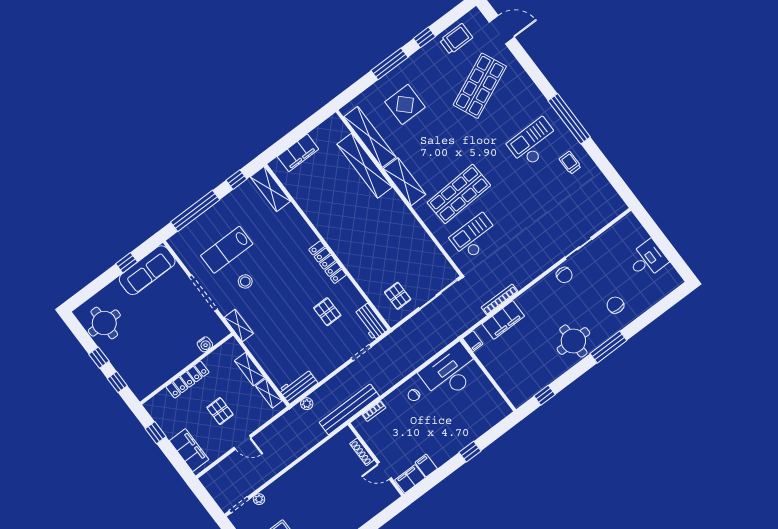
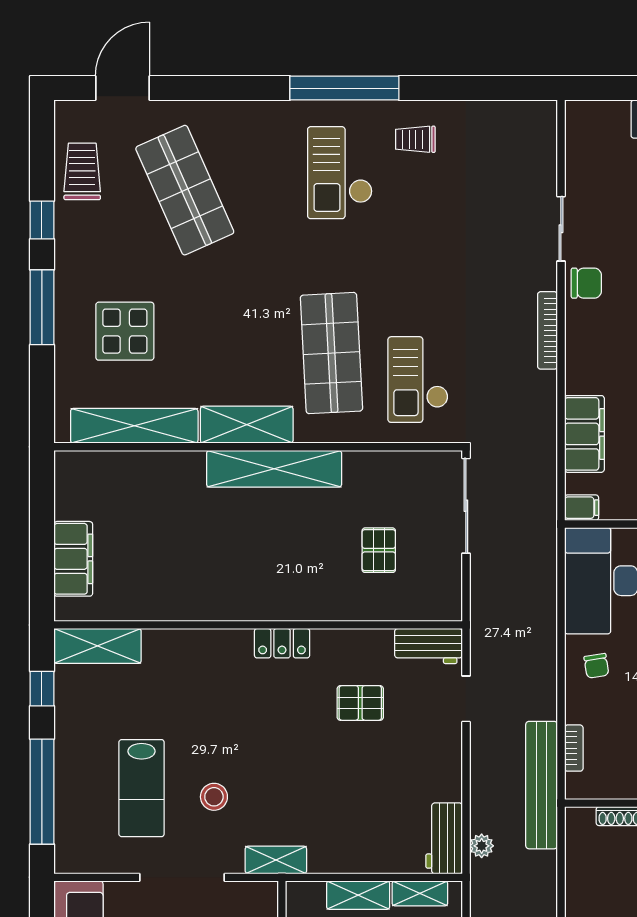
shelving: (365, 166) -> (274, 469), moved
locker: (327, 262) -> (282, 643), width x0.66
pallet: (398, 296) -> (379, 550), moved, turned 90
bookcase: (500, 299) -> (548, 330), moved

